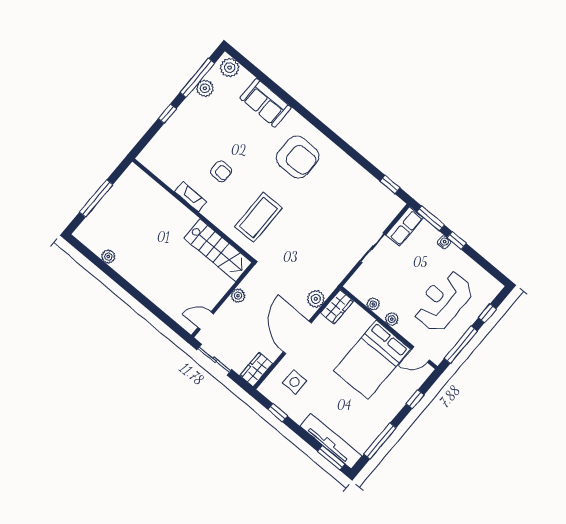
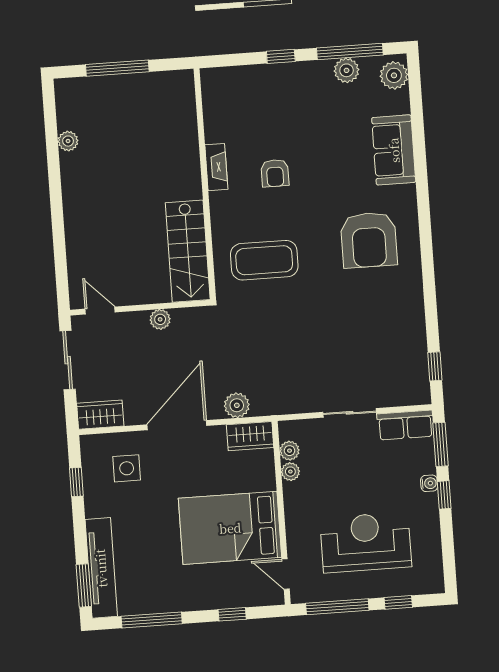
plant: (392, 319) -> (289, 451), moved

